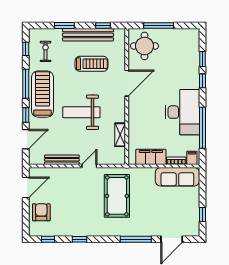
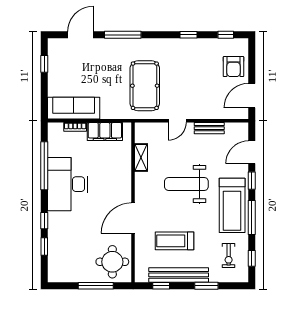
weight bench: (81, 112) -> (186, 184), turned 180
filing cabinet: (192, 158) -> (57, 130), removed
bench: (62, 160) -> (209, 128), width x0.73

